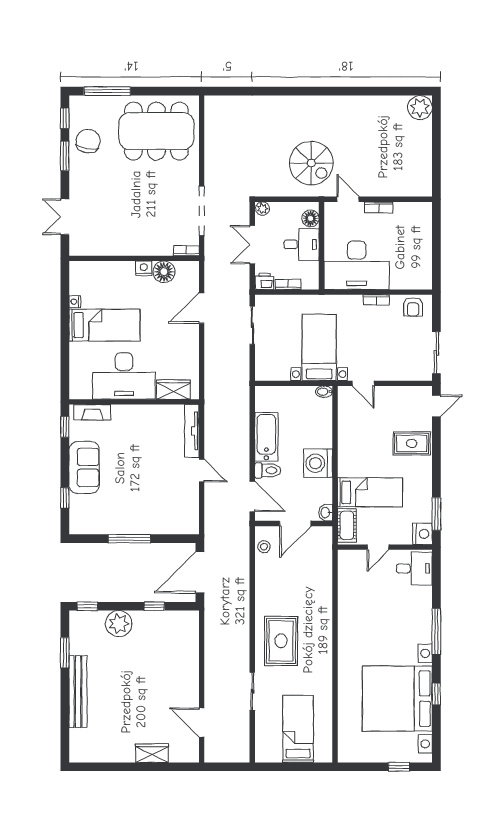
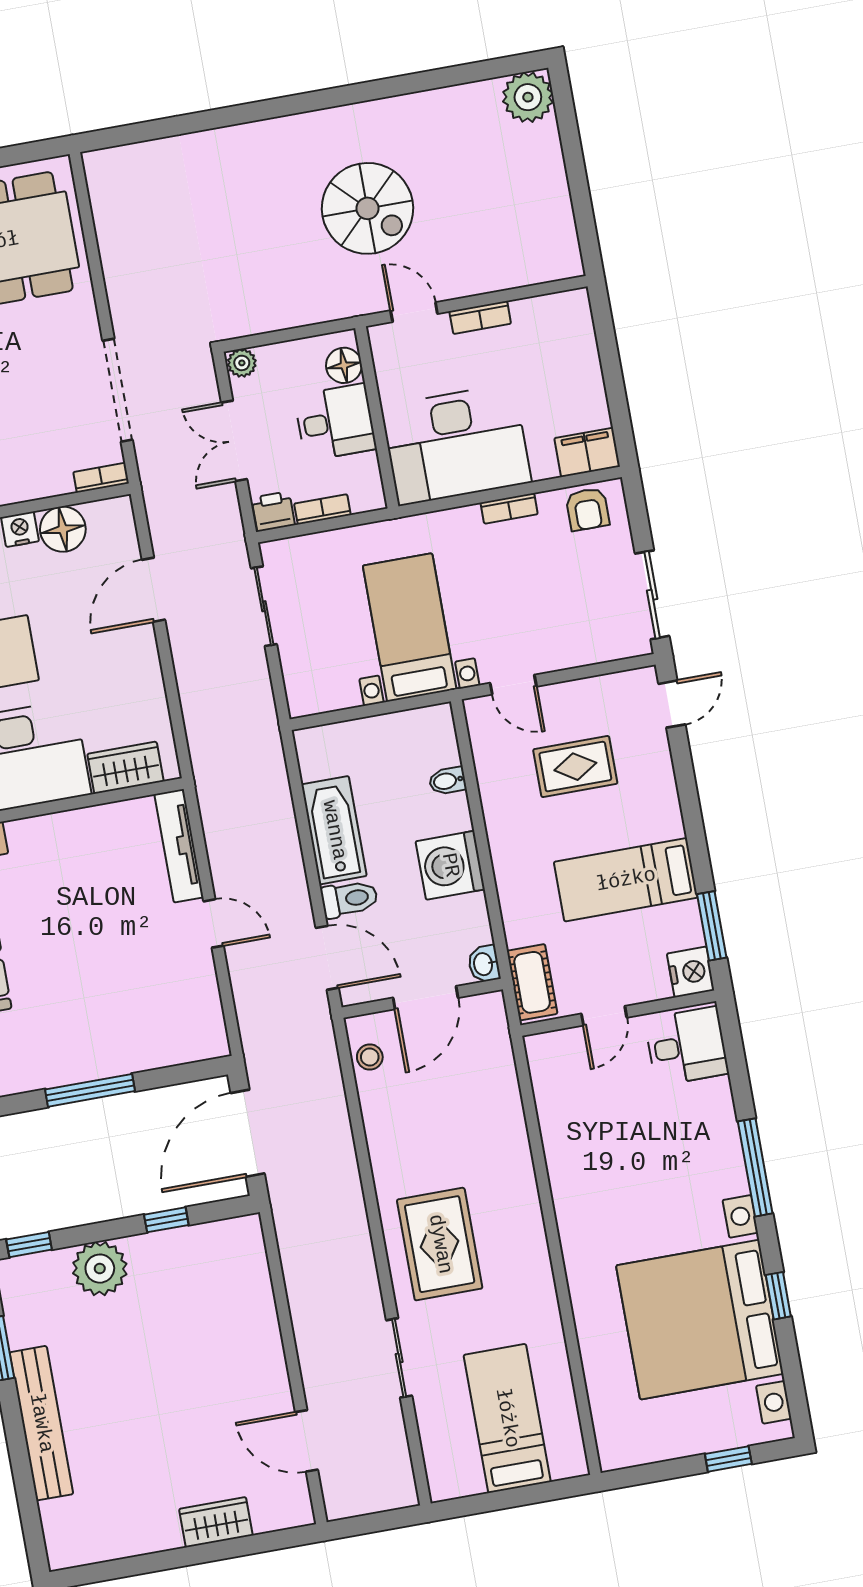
spiral stairs: (311, 163) -> (367, 208), moved
filing cabinet: (418, 280) -> (587, 452), added
bidet: (324, 392) -> (447, 781), moved
rug: (412, 443) -> (575, 767), moved
bed: (370, 492) -> (626, 880), moved, turned 180

